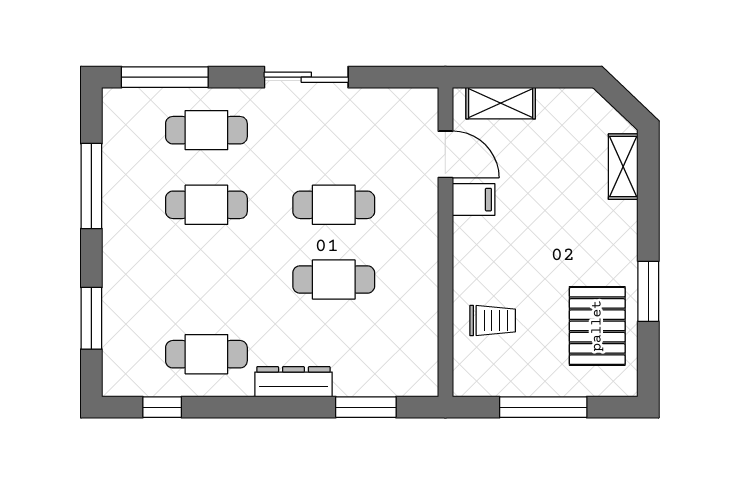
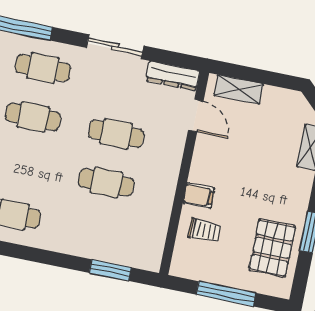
filing cabinet: (474, 200) -> (199, 195), moved
dresser: (293, 382) -> (173, 76), moved, turned 180

